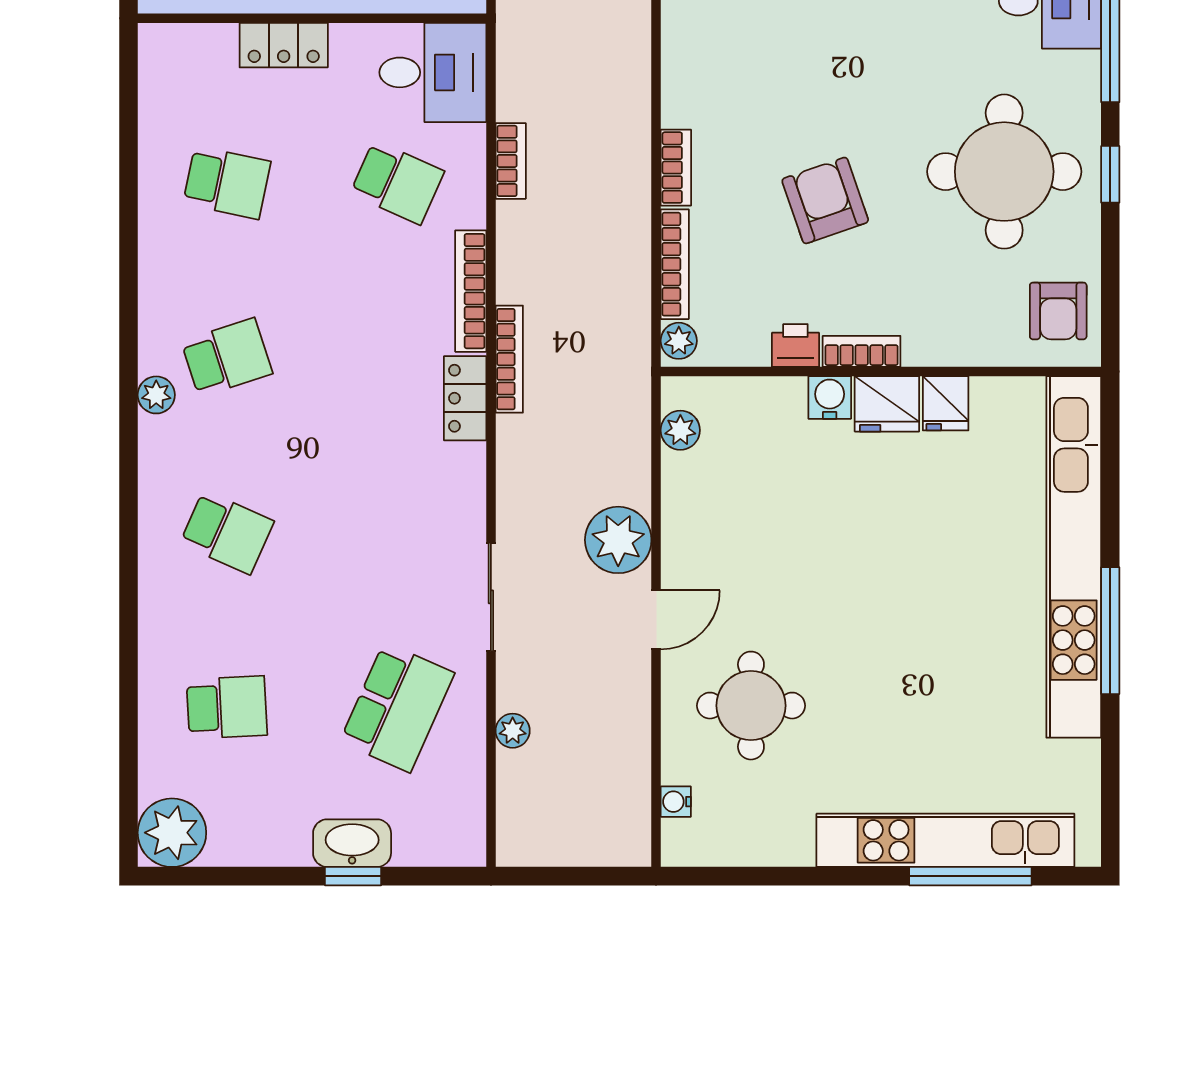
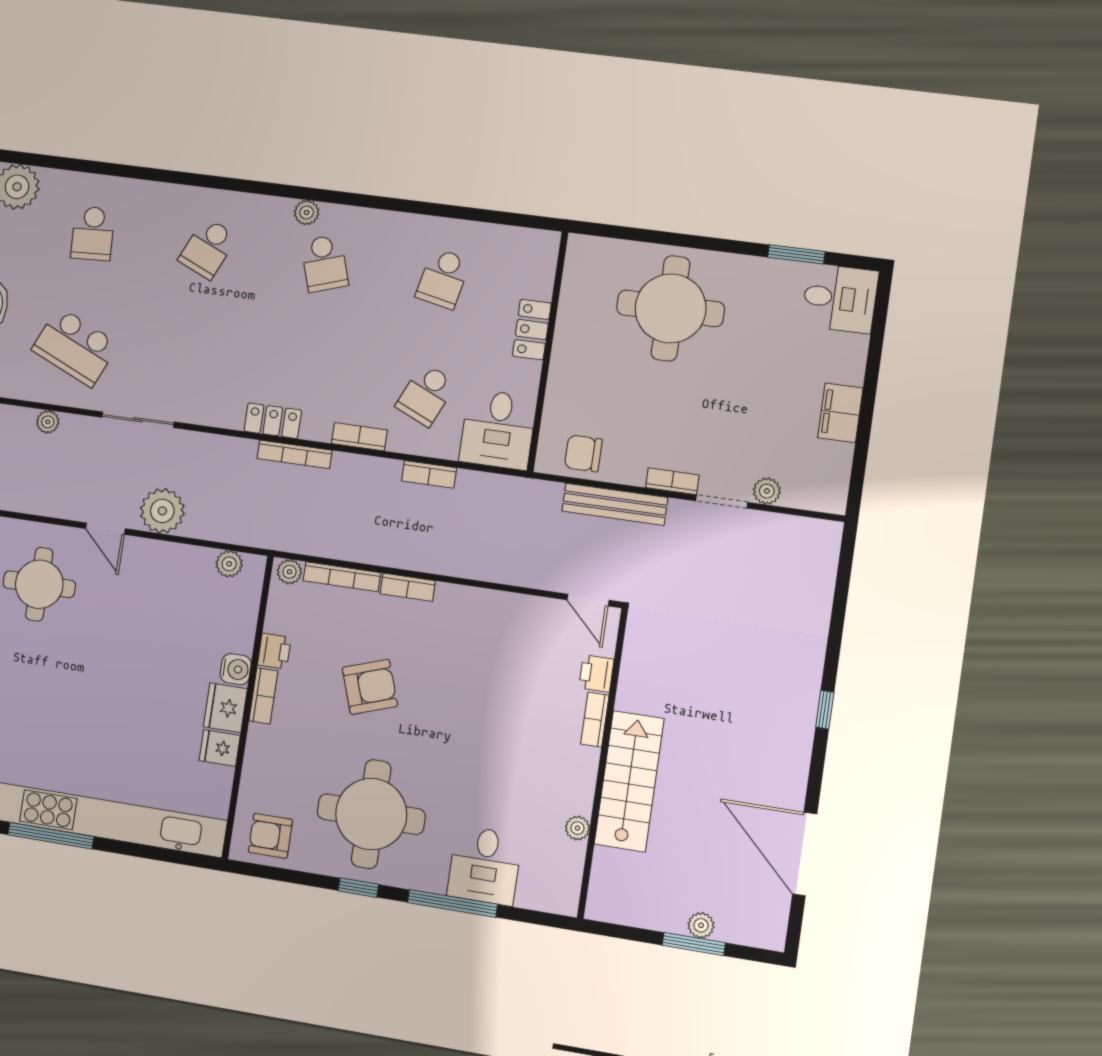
bookcase: (471, 291) -> (359, 437), width x0.64

